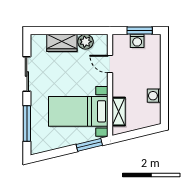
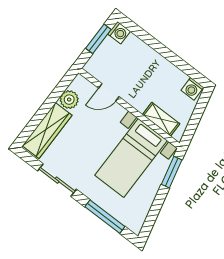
washing machine: (137, 41) -> (119, 33), moved
wardrobe: (62, 43) -> (47, 131), width x1.50
washing machine: (154, 96) -> (192, 89), moved

